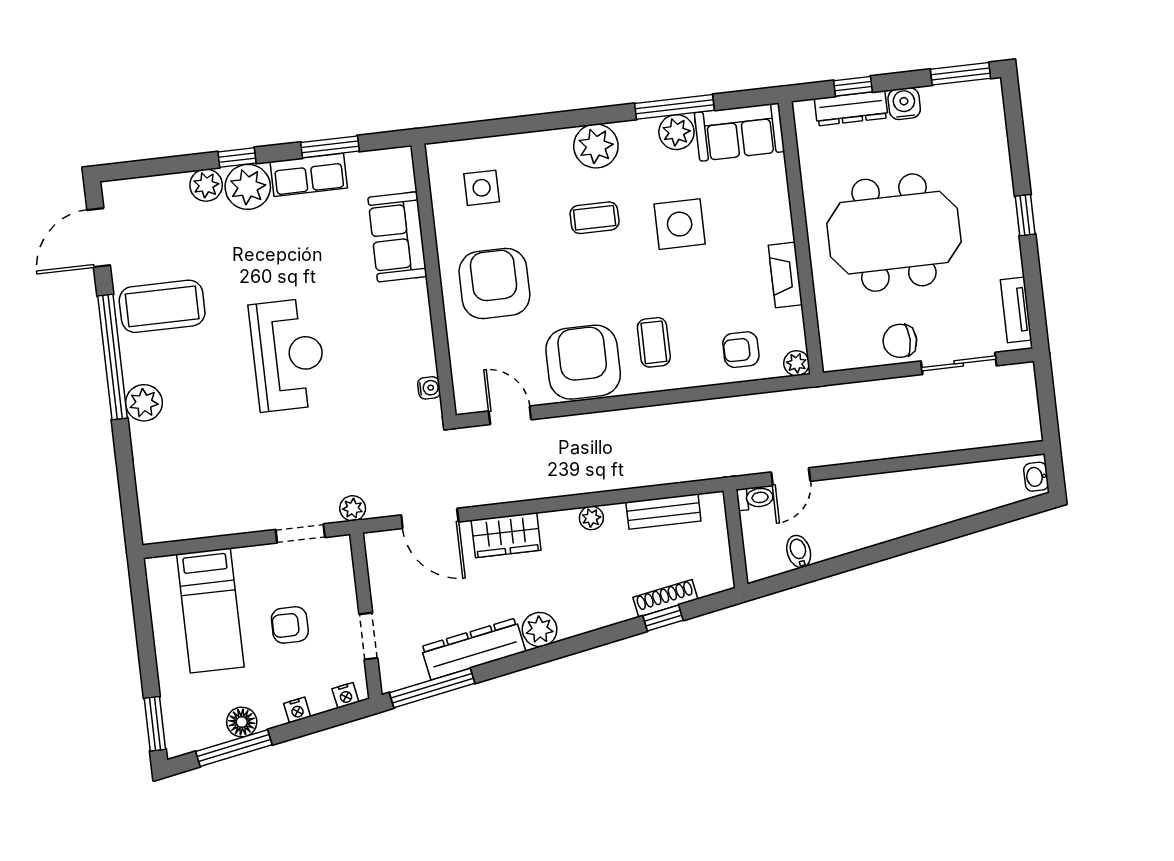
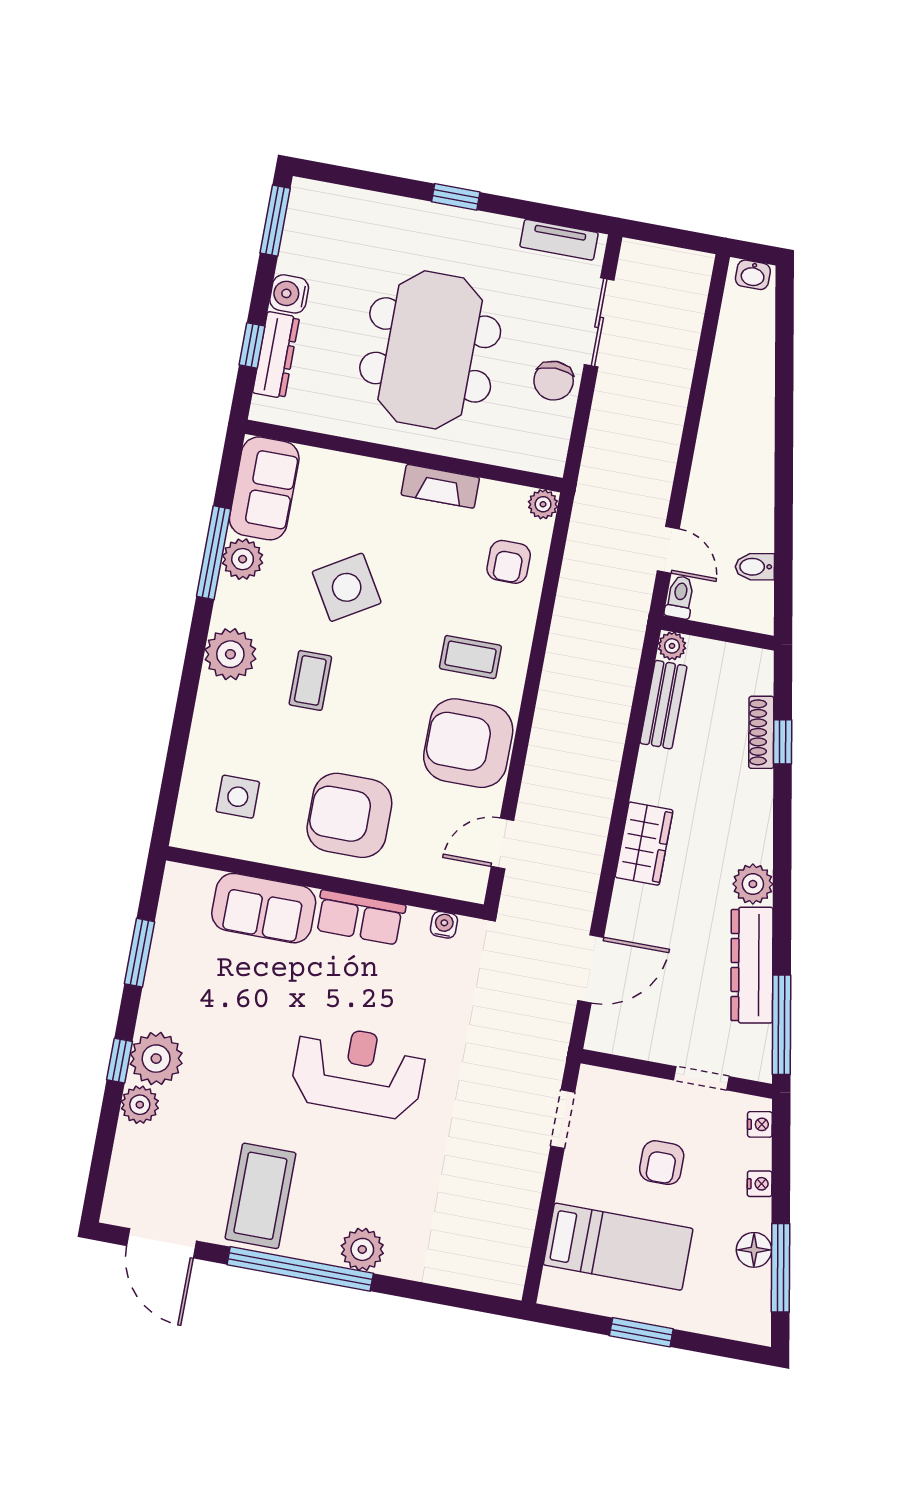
row of seats: (309, 175) -> (360, 917), moved, turned 90
side table: (680, 224) -> (347, 587), turned -31
plant: (353, 508) -> (553, 1052), removed
plant: (591, 518) -> (672, 646), moved
wardrobe: (506, 535) -> (644, 844), moved
window: (155, 724) -> (641, 1332), moved

